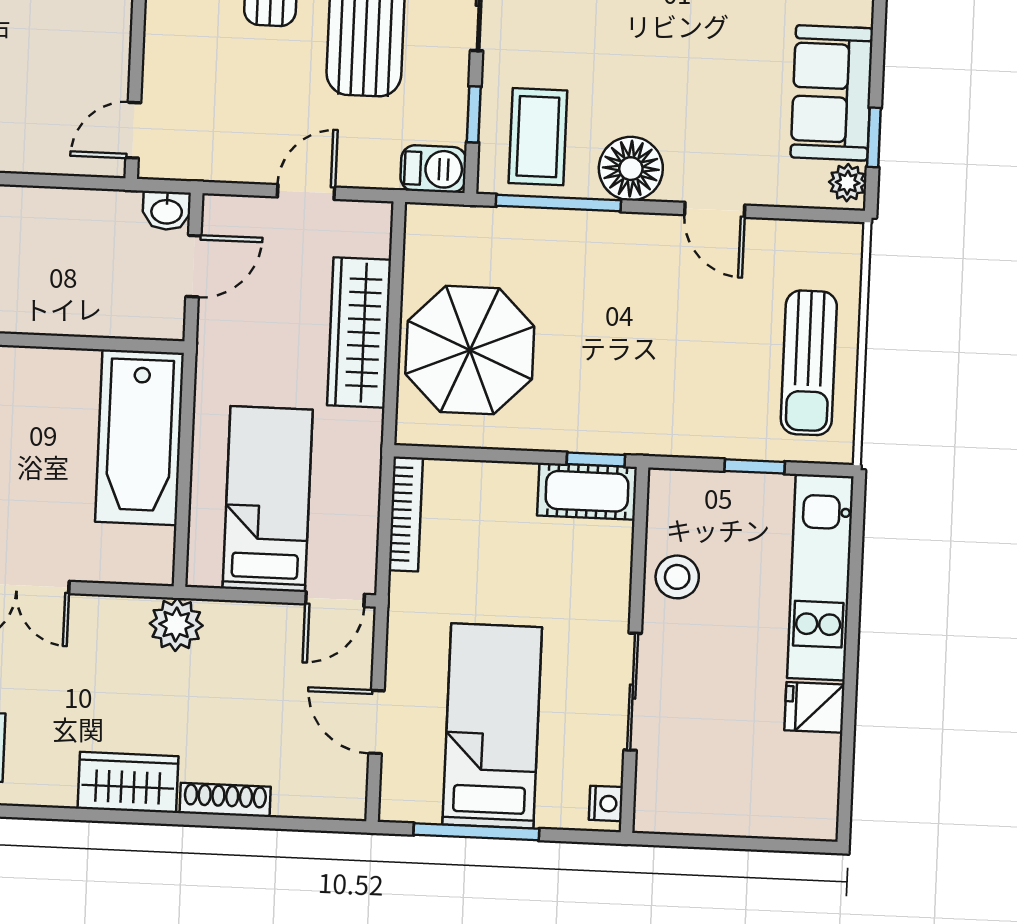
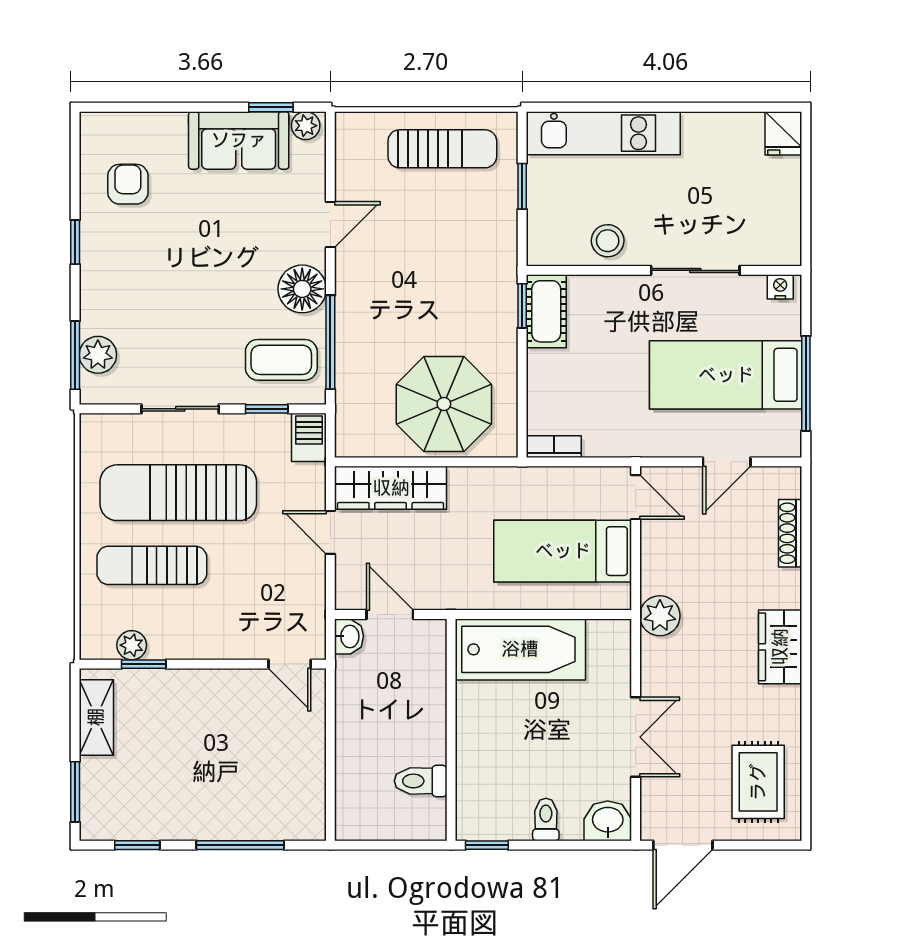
wardrobe: (359, 332) -> (391, 488), moved
bookcase: (406, 514) -> (554, 447), width x0.64
fridge: (814, 707) -> (783, 133), moved
shoe rack: (225, 800) -> (790, 533), moved

